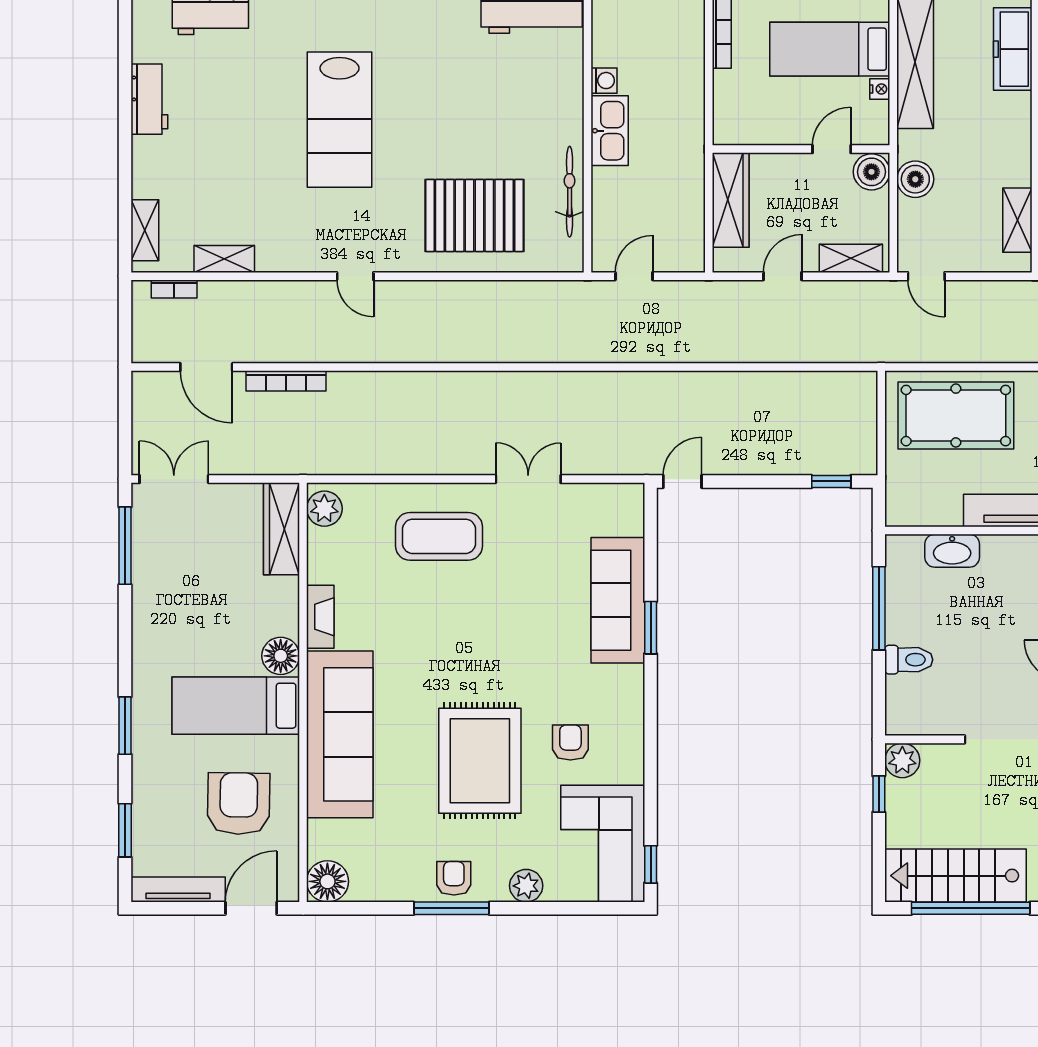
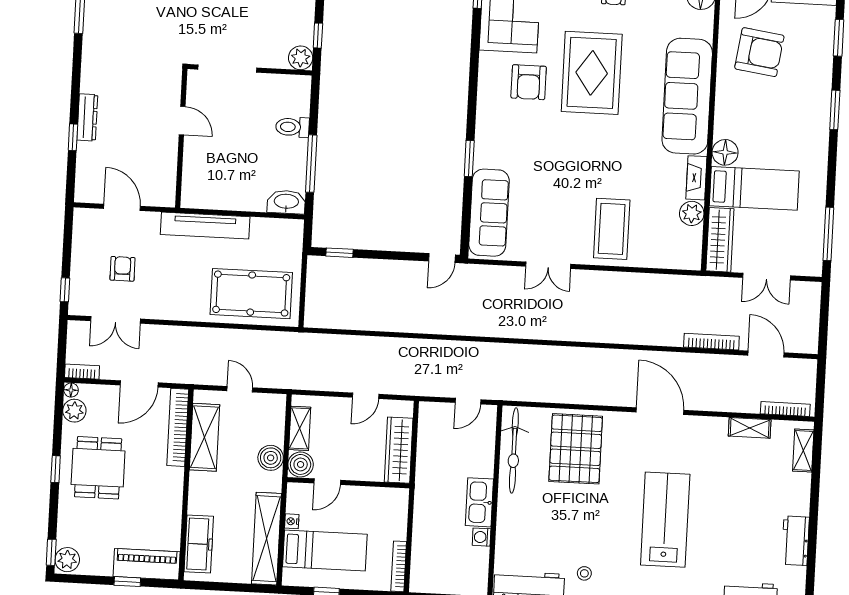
stool: (452, 36) -> (584, 573), added
bicycle: (570, 192) -> (514, 450), width x1.37, depth x1.40
pallet: (474, 215) -> (576, 449), turned 90
shelving: (1017, 220) -> (204, 437), width x1.50, depth x1.33
shelving: (851, 258) -> (300, 428), moved, turned 90
door: (355, 276) -> (660, 411), width x1.88
door: (926, 276) -> (240, 389), moved
bookcase: (174, 289) -> (785, 409), width x1.56
double door: (174, 479) -> (767, 277), moved
plant: (324, 509) -> (692, 213), moved
coffee table: (439, 536) -> (612, 229), turned 90
washbasin: (952, 551) -> (286, 202), moved
sofa: (618, 600) -> (489, 213), moved
bed: (236, 706) -> (754, 188), moved
armchair: (570, 743) -> (529, 82), width x1.38, depth x1.38
armchair: (239, 804) -> (759, 52), turned -83

